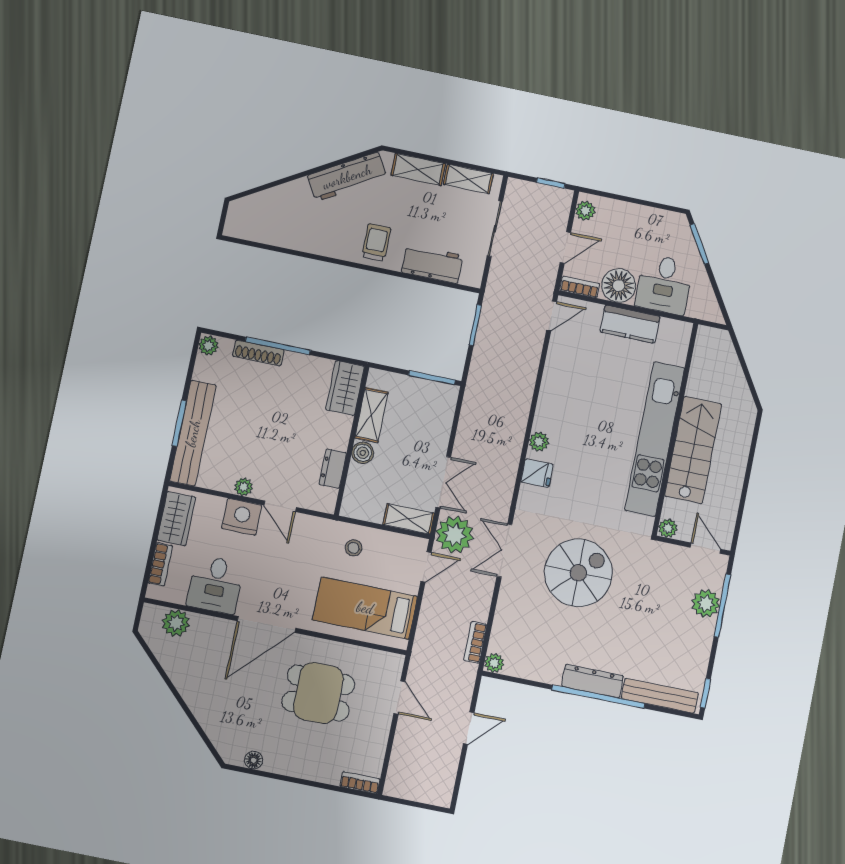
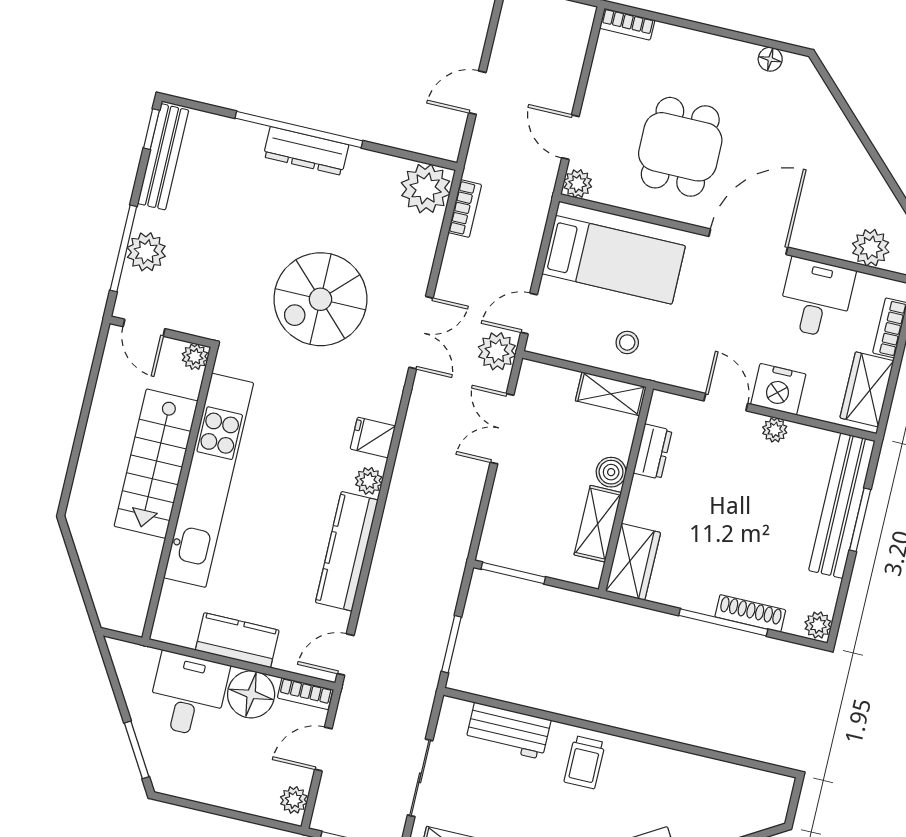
kitchen counter: (553, 390) -> (347, 551), added
shelving: (409, 519) -> (611, 394), moved
plant: (455, 535) -> (497, 351), width x0.73, depth x0.73
plant: (393, 663) -> (578, 184), added
plant: (494, 663) -> (426, 188), width x1.87, depth x1.87
dining table: (318, 693) -> (680, 147), turned 90
bench: (660, 696) -> (163, 157), moved, turned 90

